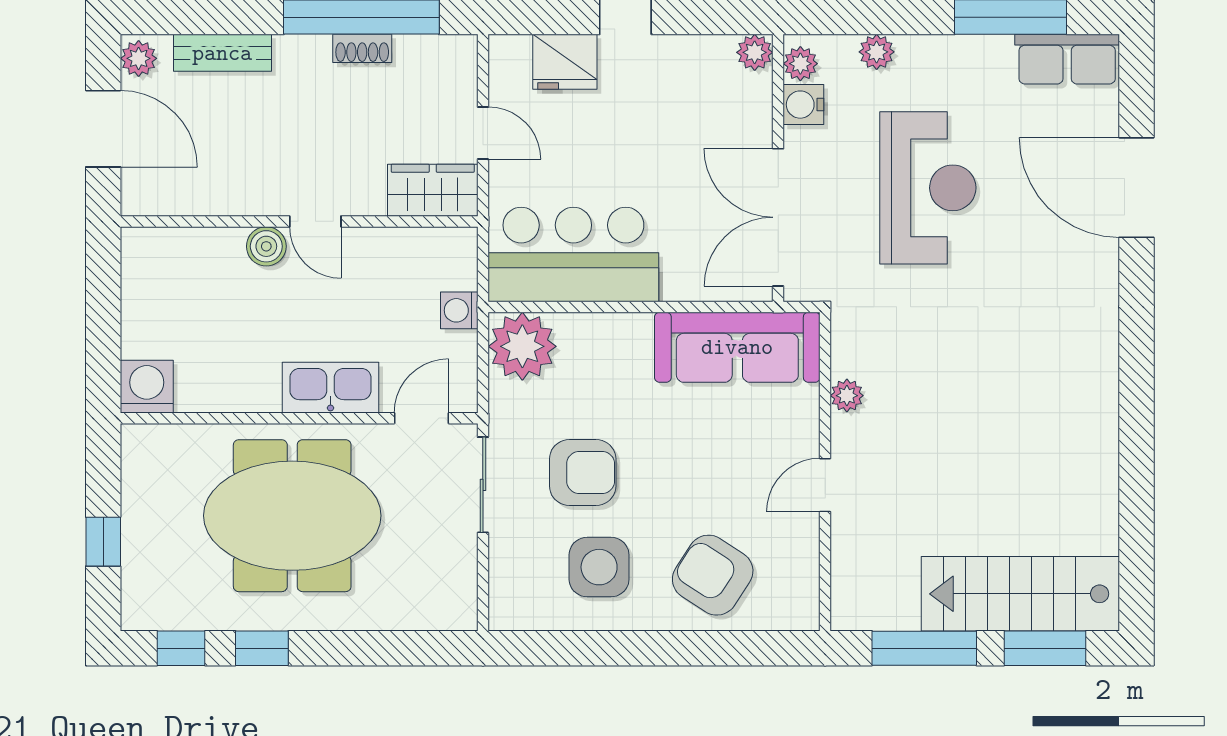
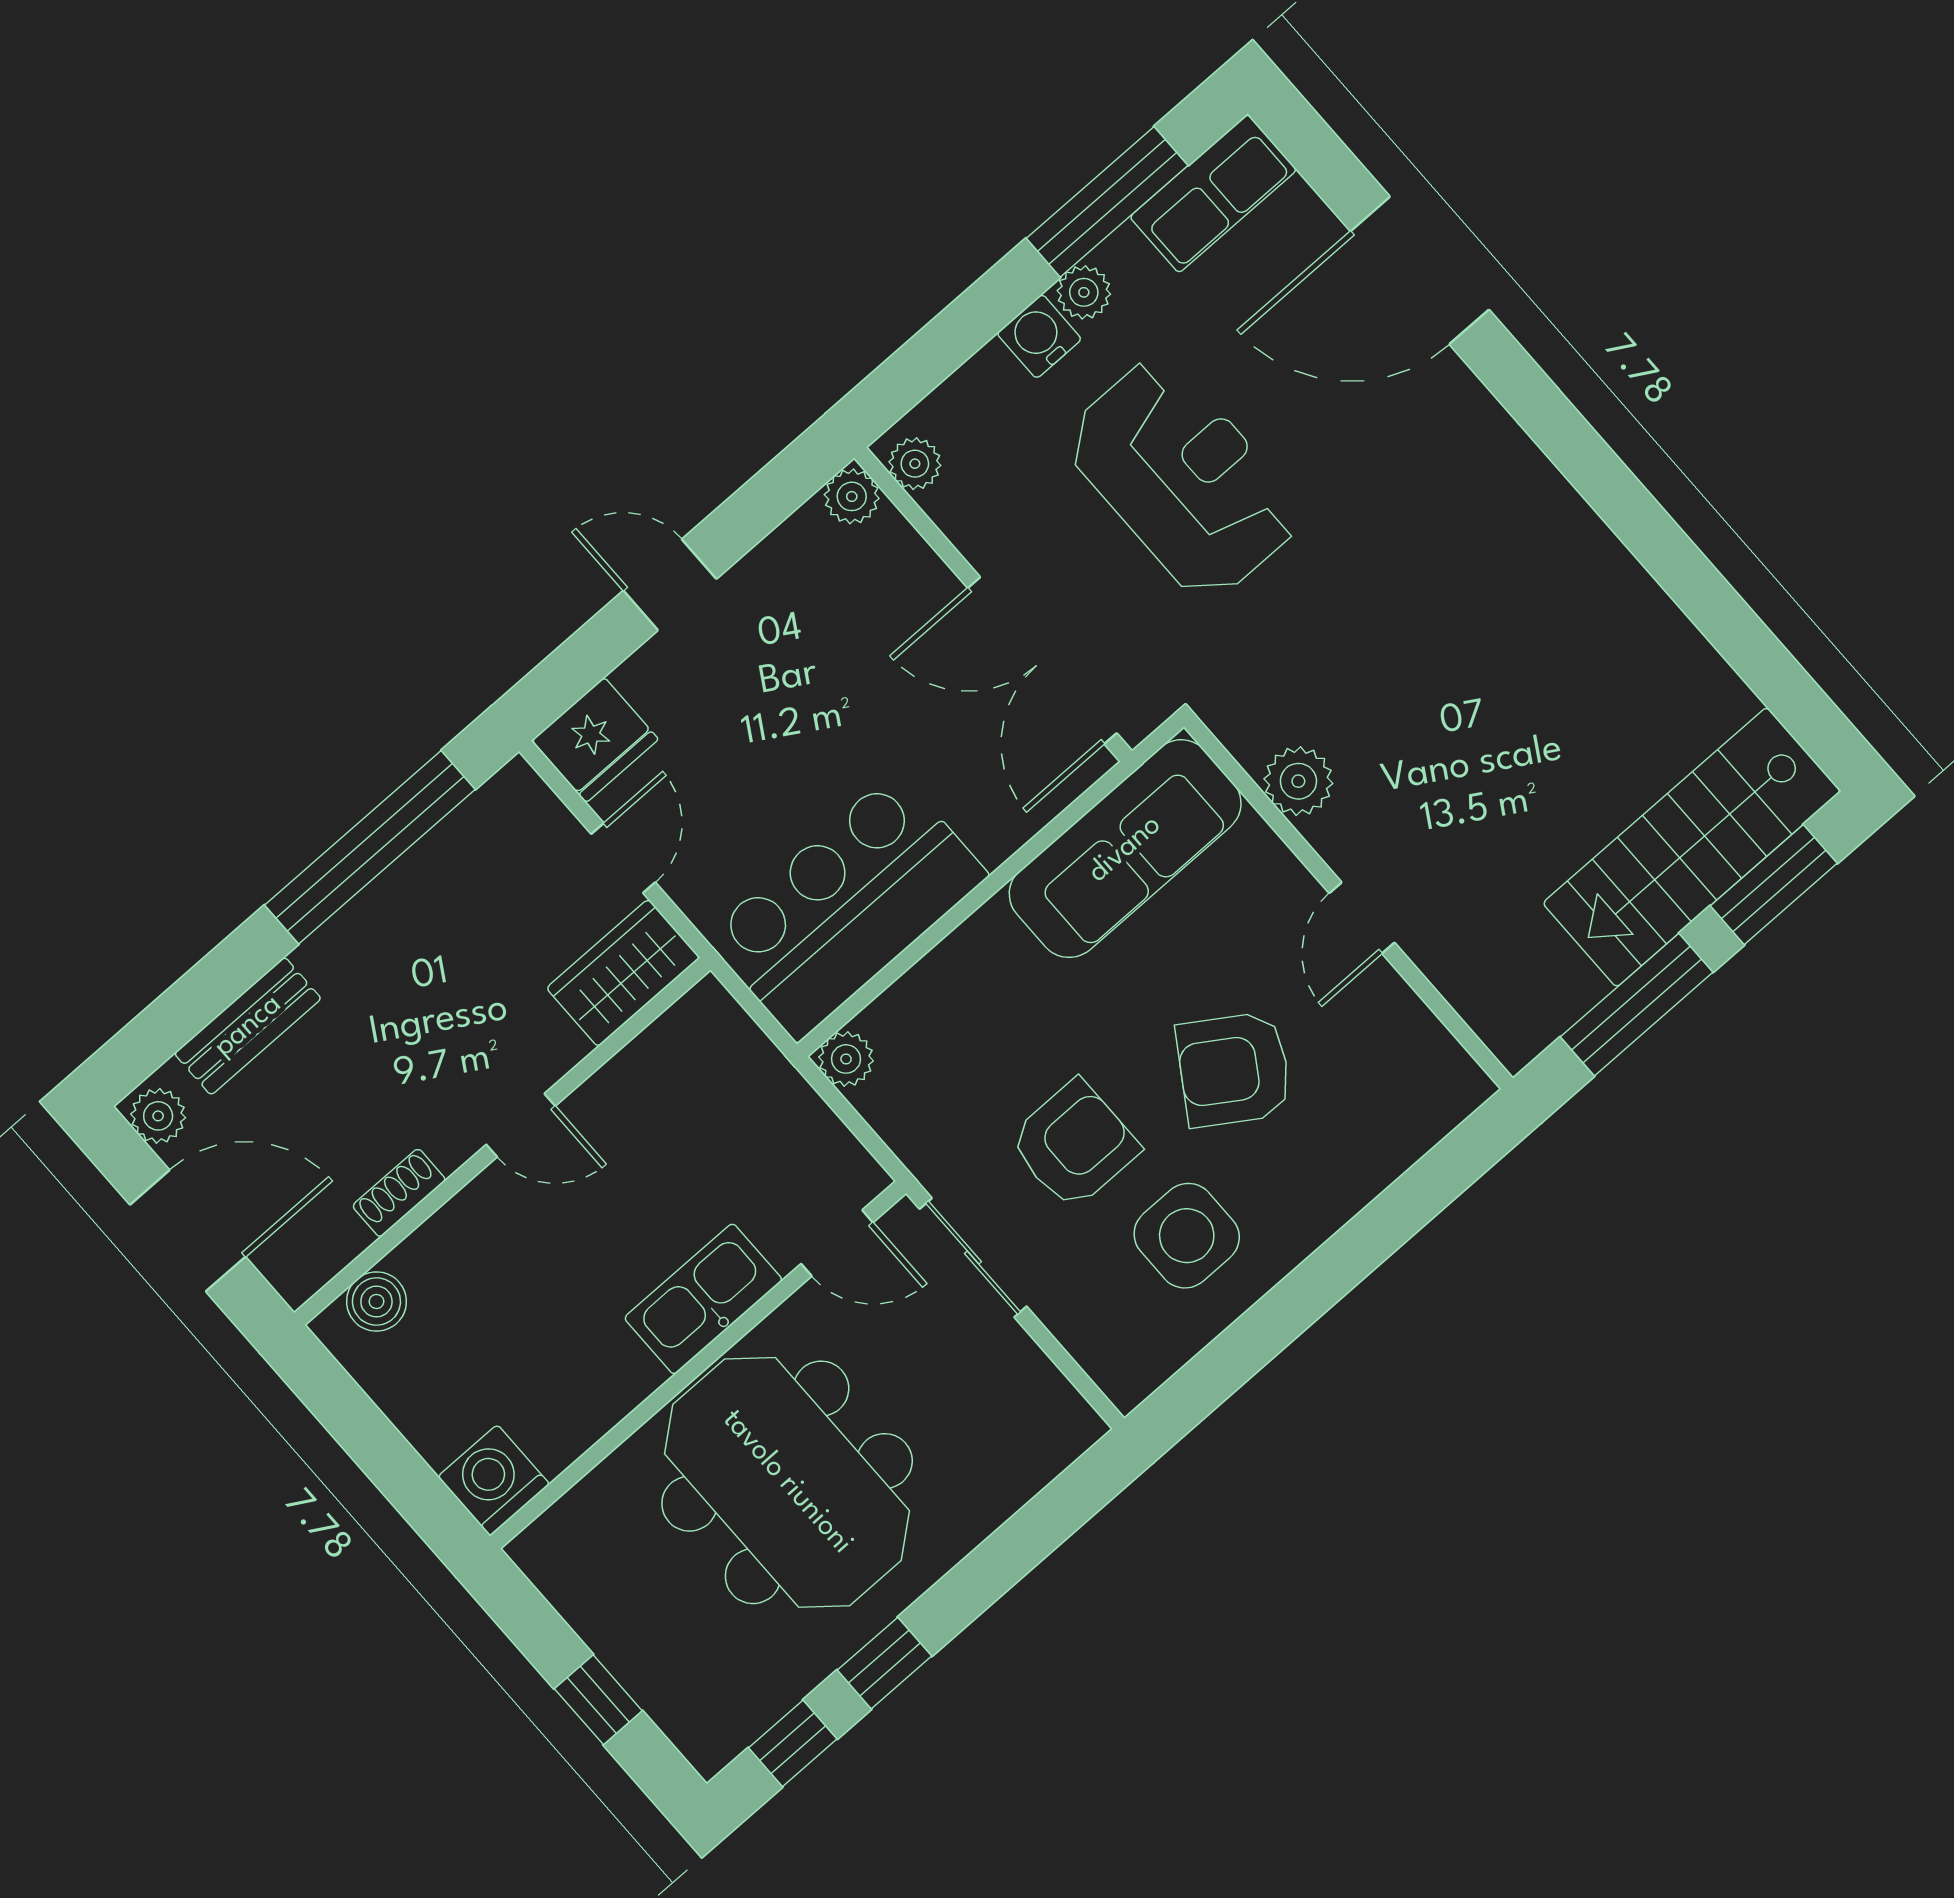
shoe rack: (362, 48) -> (399, 1193), moved, turned 180
plant: (877, 52) -> (1084, 292), moved
fridge: (565, 62) -> (595, 740), moved
water cooler: (803, 105) -> (1039, 336), moved, turned 90
door: (483, 133) -> (623, 858), hinge flipped
boiler: (266, 246) -> (376, 1301), moved
washing machine: (459, 310) -> (773, 1083), removed
plant: (522, 346) -> (846, 1059), width x0.53, depth x0.53
plant: (847, 396) -> (1298, 781), width x1.38, depth x1.38
door: (421, 418) -> (837, 1243), swing flipped
meeting table: (292, 516) -> (787, 1482), turned 90
armchair: (713, 575) -> (1234, 1069), moved

